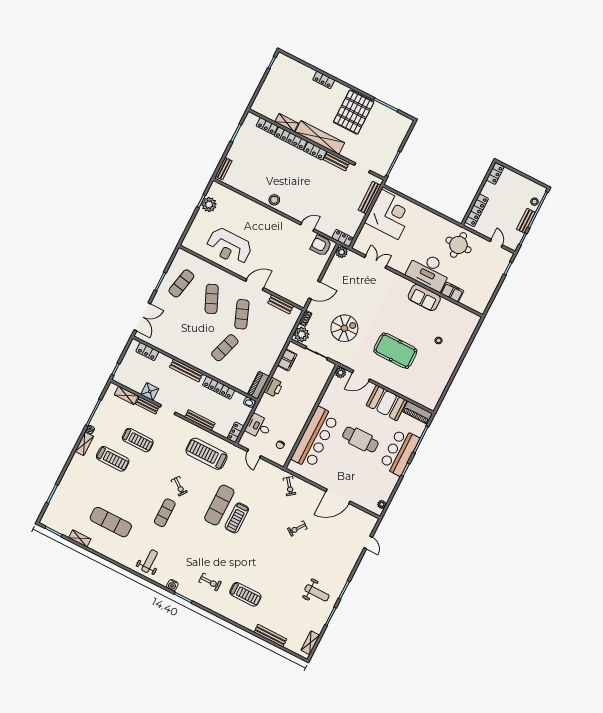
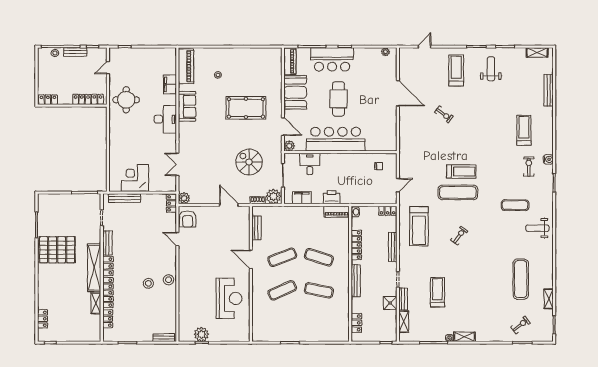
locker: (324, 80) -> (42, 319), moved
stool: (280, 180) -> (148, 283), added
corner desk: (390, 214) -> (135, 178), width x0.74, depth x0.74
desk: (429, 271) -> (165, 119), width x0.73, depth x0.77
exercise mat: (181, 283) -> (319, 290), moved
piano: (461, 315) -> (186, 66), added
double door: (142, 317) -> (328, 343), removed
pool table: (395, 351) -> (246, 108), turned 90
desk: (259, 427) -> (310, 164), moved, turned 180
bar counter: (315, 438) -> (336, 139), moved
treadmill: (113, 459) -> (456, 70), moved
exercise bike: (290, 486) -> (520, 325), moved
exercise mat: (165, 513) -> (515, 205), moved
water cooler: (172, 585) -> (548, 159), moved

